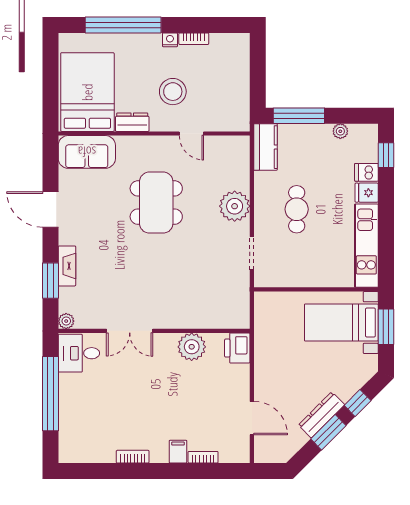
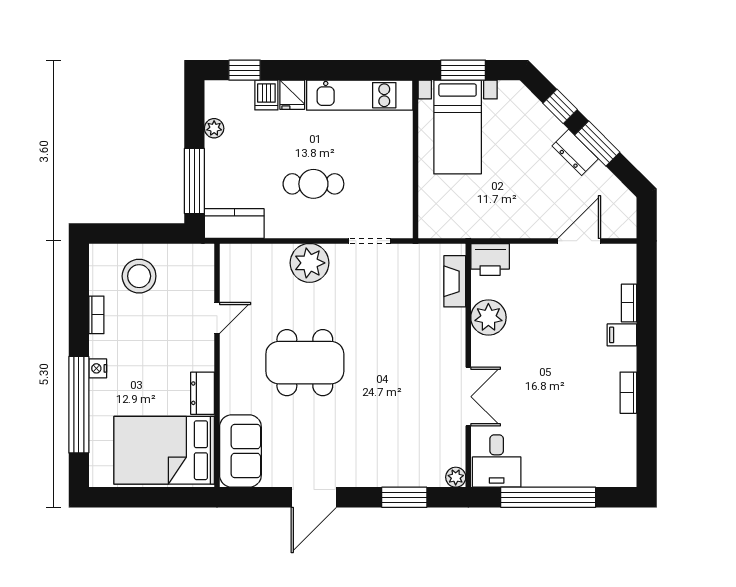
nightstand: (170, 40) -> (98, 368), moved
stool: (173, 92) -> (139, 276), moved
fireplace: (67, 266) -> (455, 281), moved, turned -90
dresser: (321, 415) -> (575, 152), width x0.70

